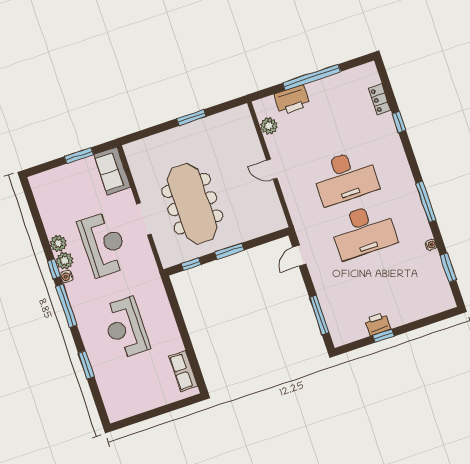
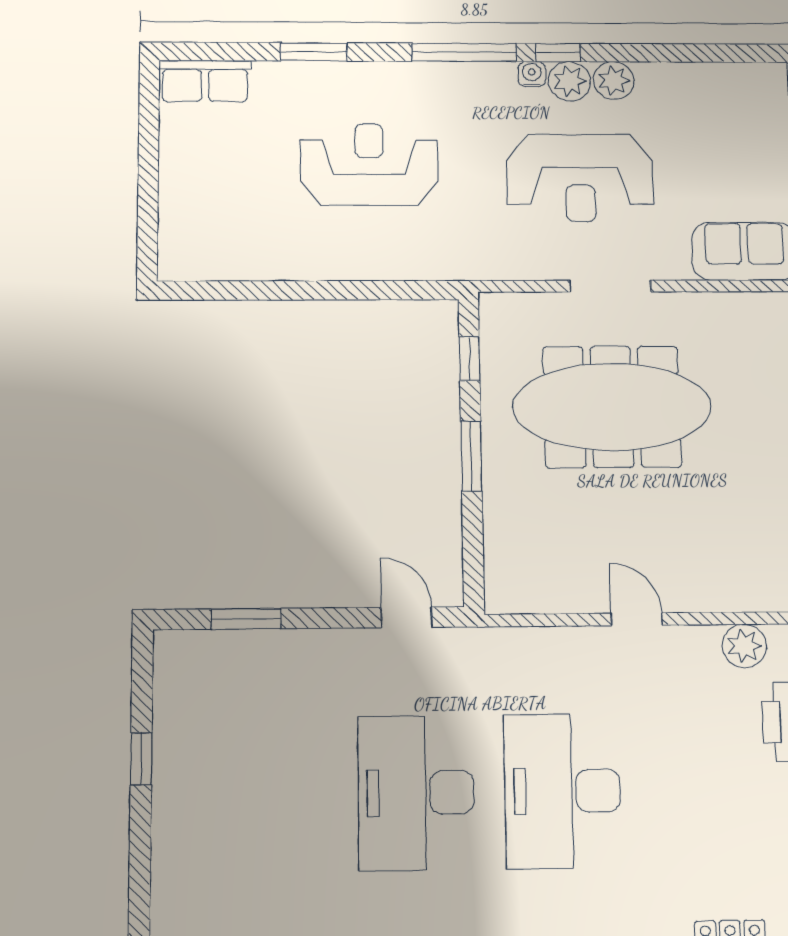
door: (272, 169) -> (637, 619), hinge flipped
window: (319, 315) -> (246, 619), width x0.69
printer: (378, 324) -> (175, 754), removed
row of seats: (183, 371) -> (205, 81), moved, turned 180

